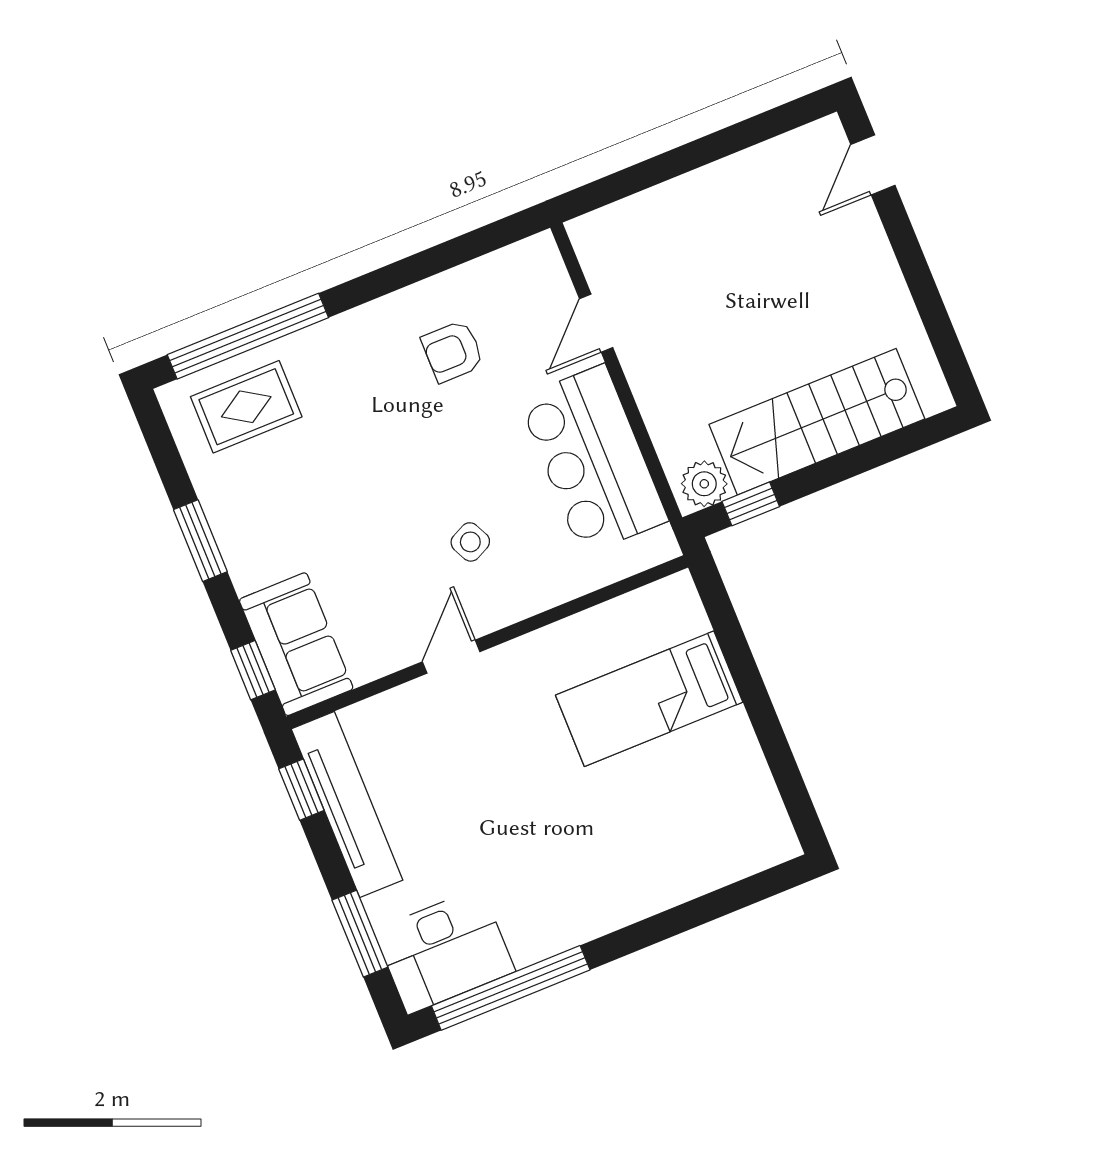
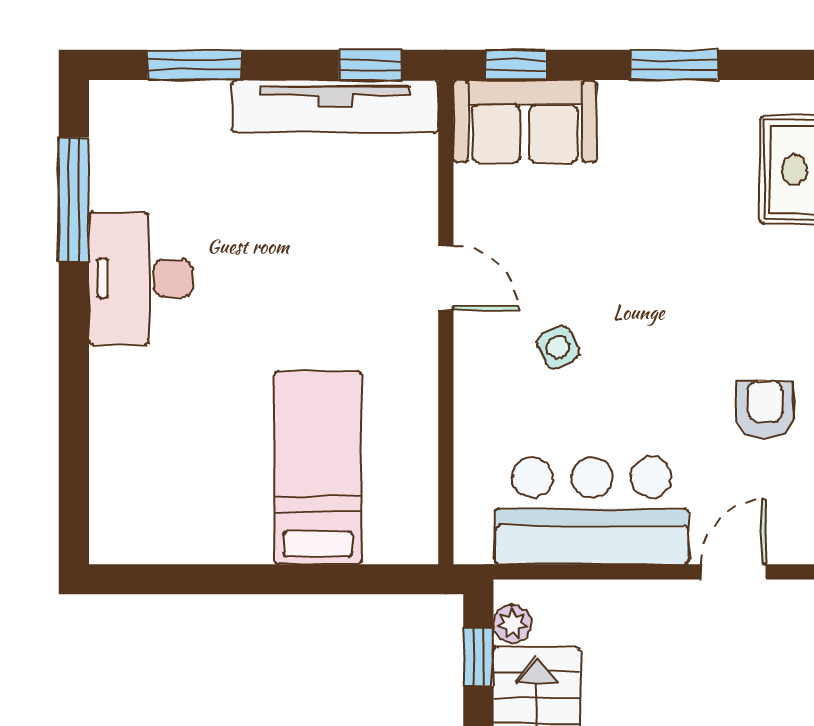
door: (596, 323) -> (734, 572), hinge flipped
plant: (704, 484) -> (512, 624), width x0.73, depth x0.73
desk: (444, 951) -> (141, 278), moved
window: (511, 988) -> (74, 200), width x0.68

